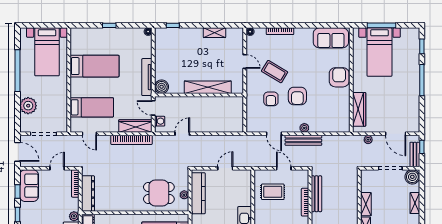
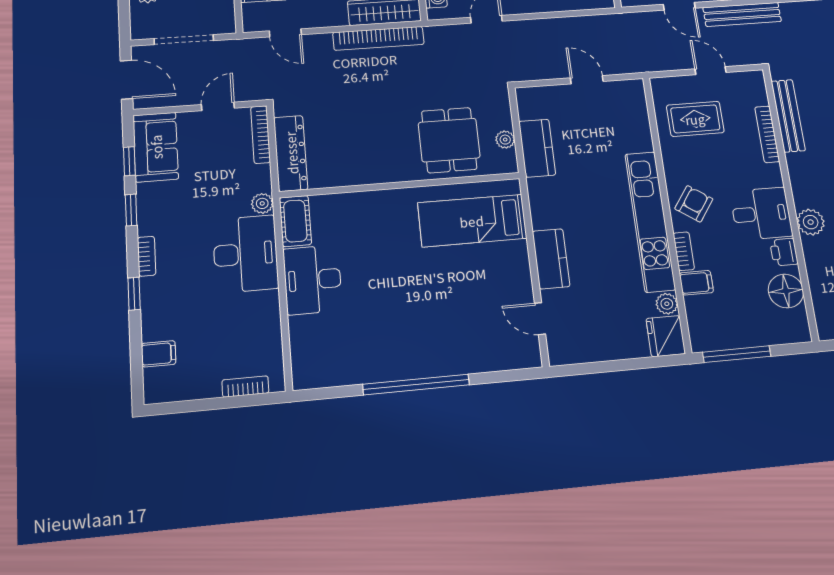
door: (225, 168) -> (587, 80), hinge flipped
dining table: (159, 193) -> (449, 140), turned 90
kitchen counter: (198, 193) -> (537, 148), width x0.67

